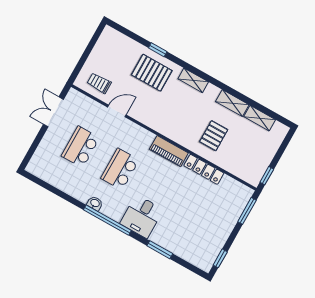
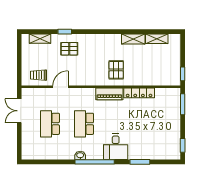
pallet: (152, 73) -> (69, 49), width x0.67, depth x0.71
shelving: (193, 80) -> (40, 39), moved
pallet: (214, 136) -> (116, 70), moved

